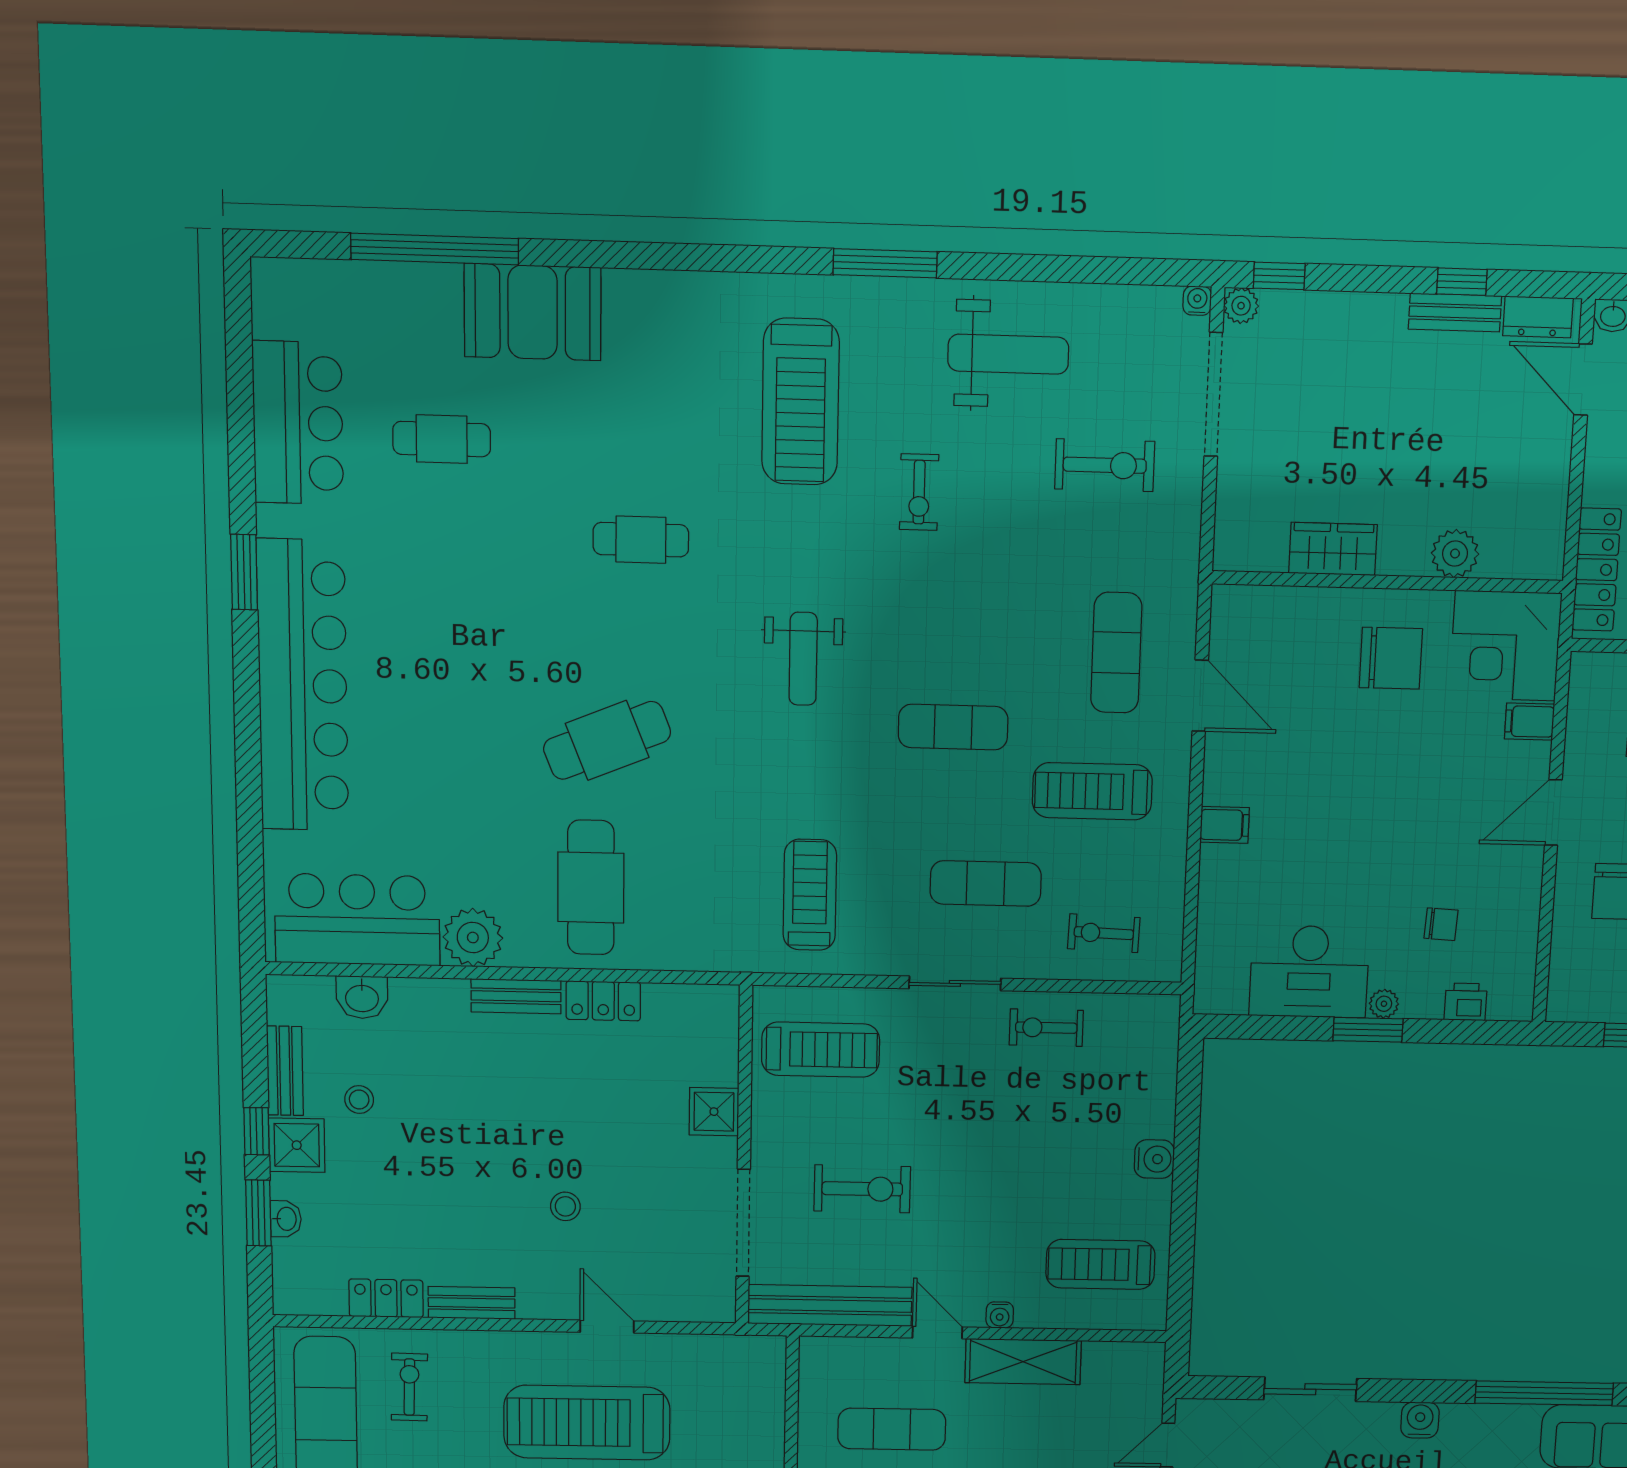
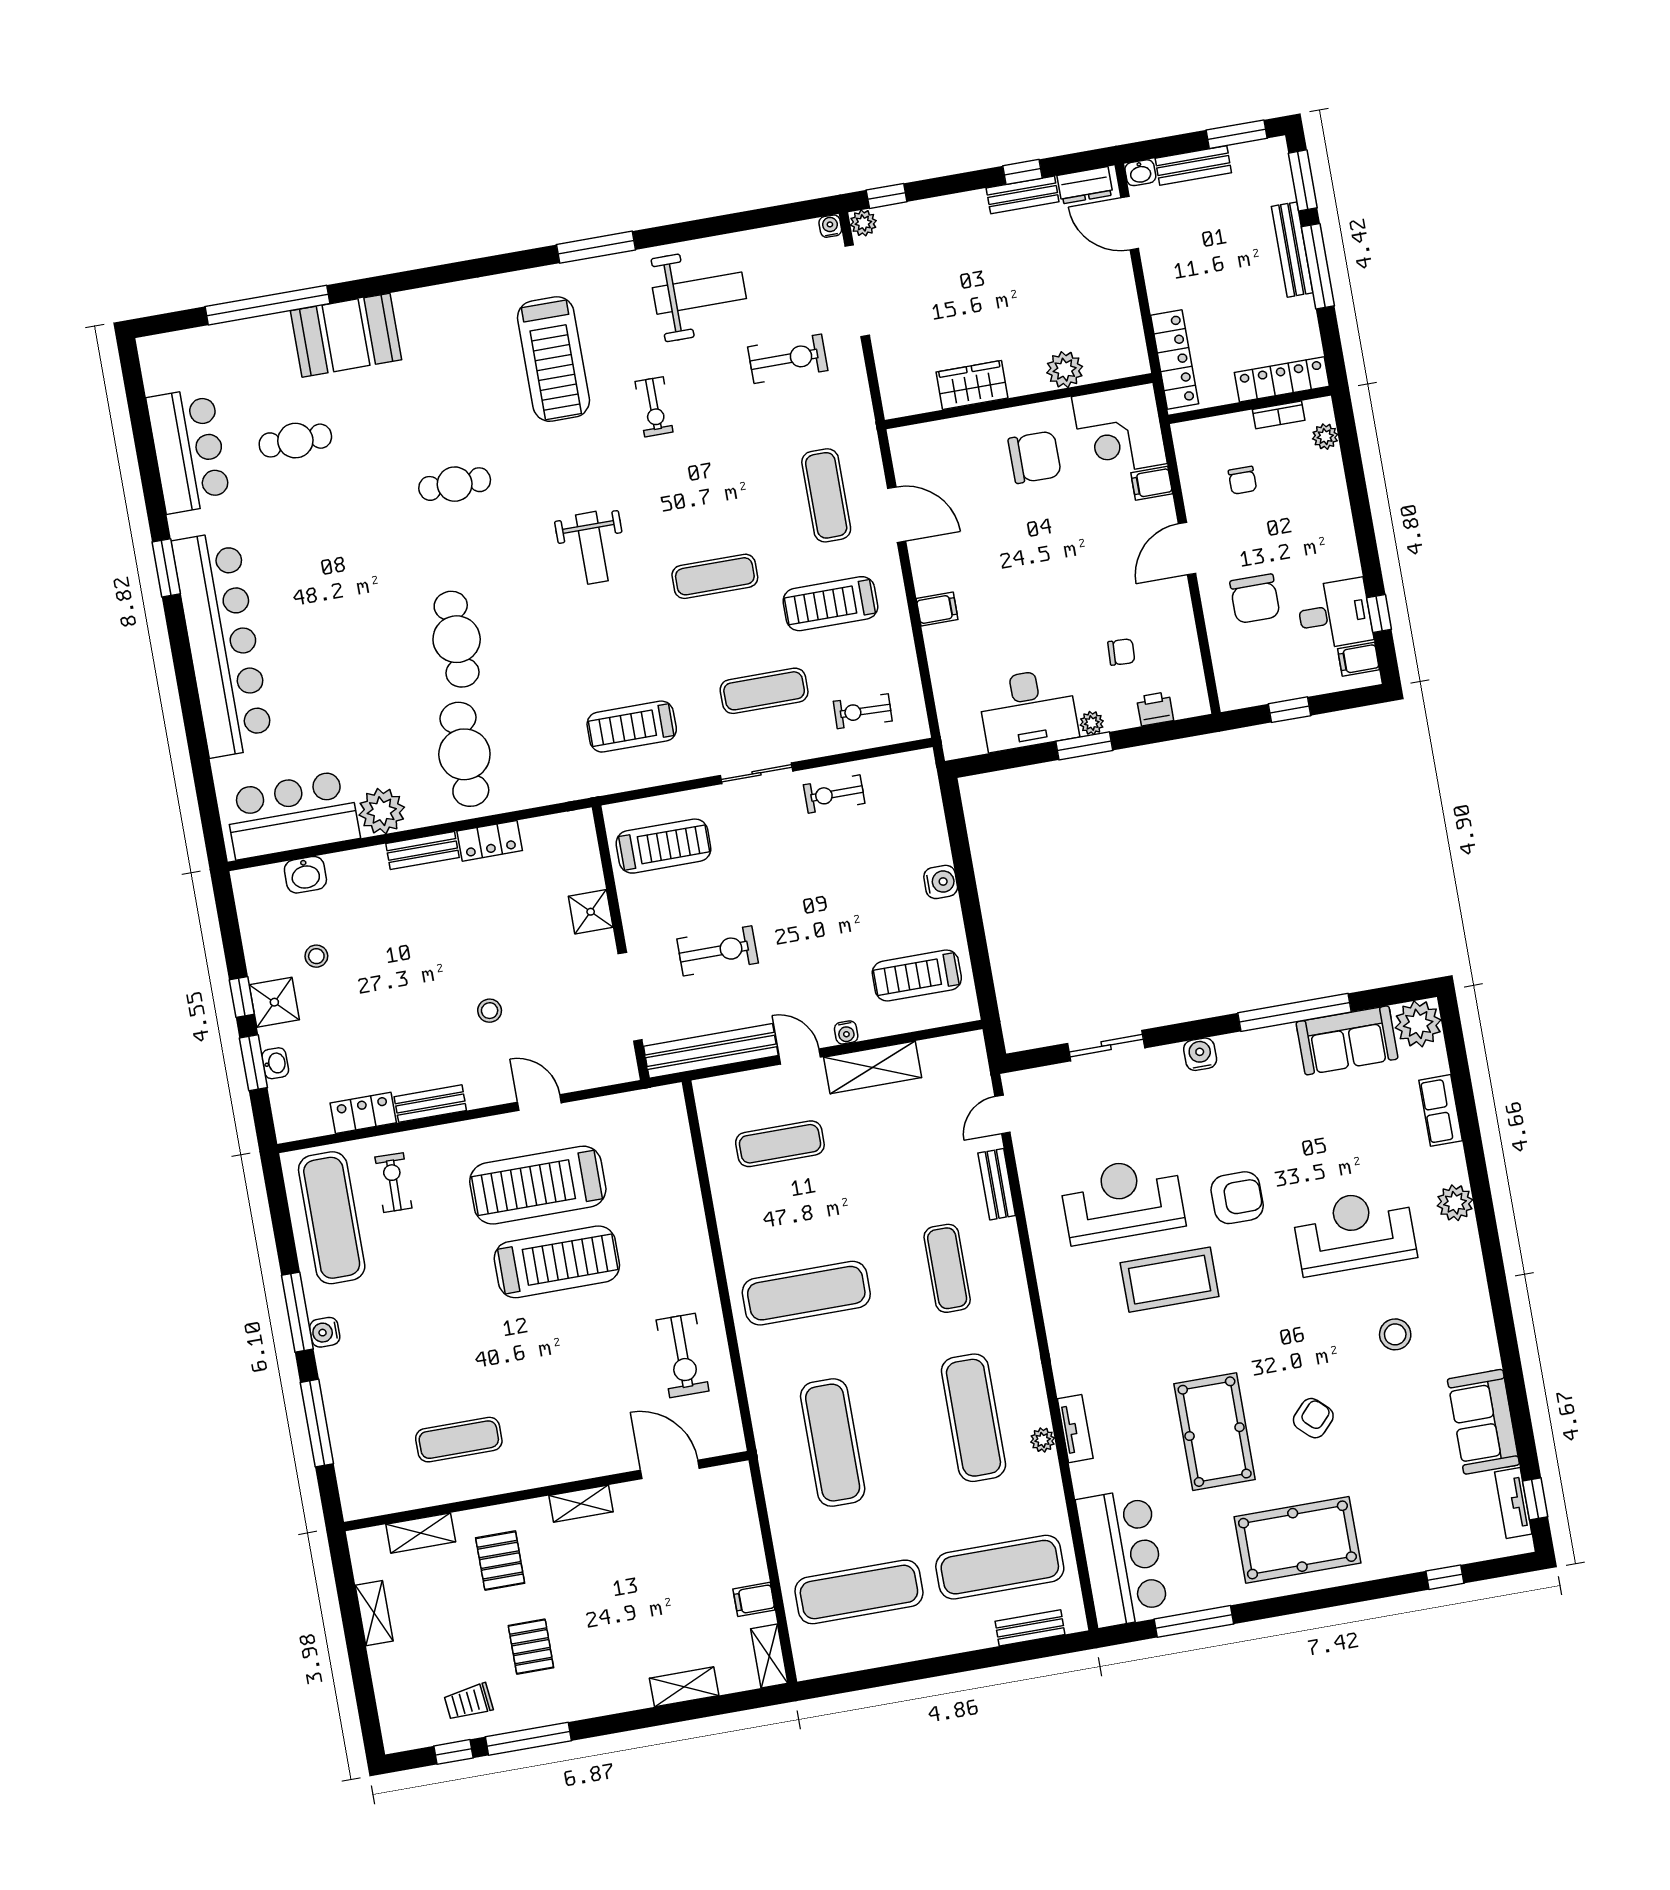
cafe table: (607, 740) -> (457, 639), turned -68
treadmill: (810, 895) -> (632, 727), turned -90
bench: (285, 1071) -> (256, 944), removed

